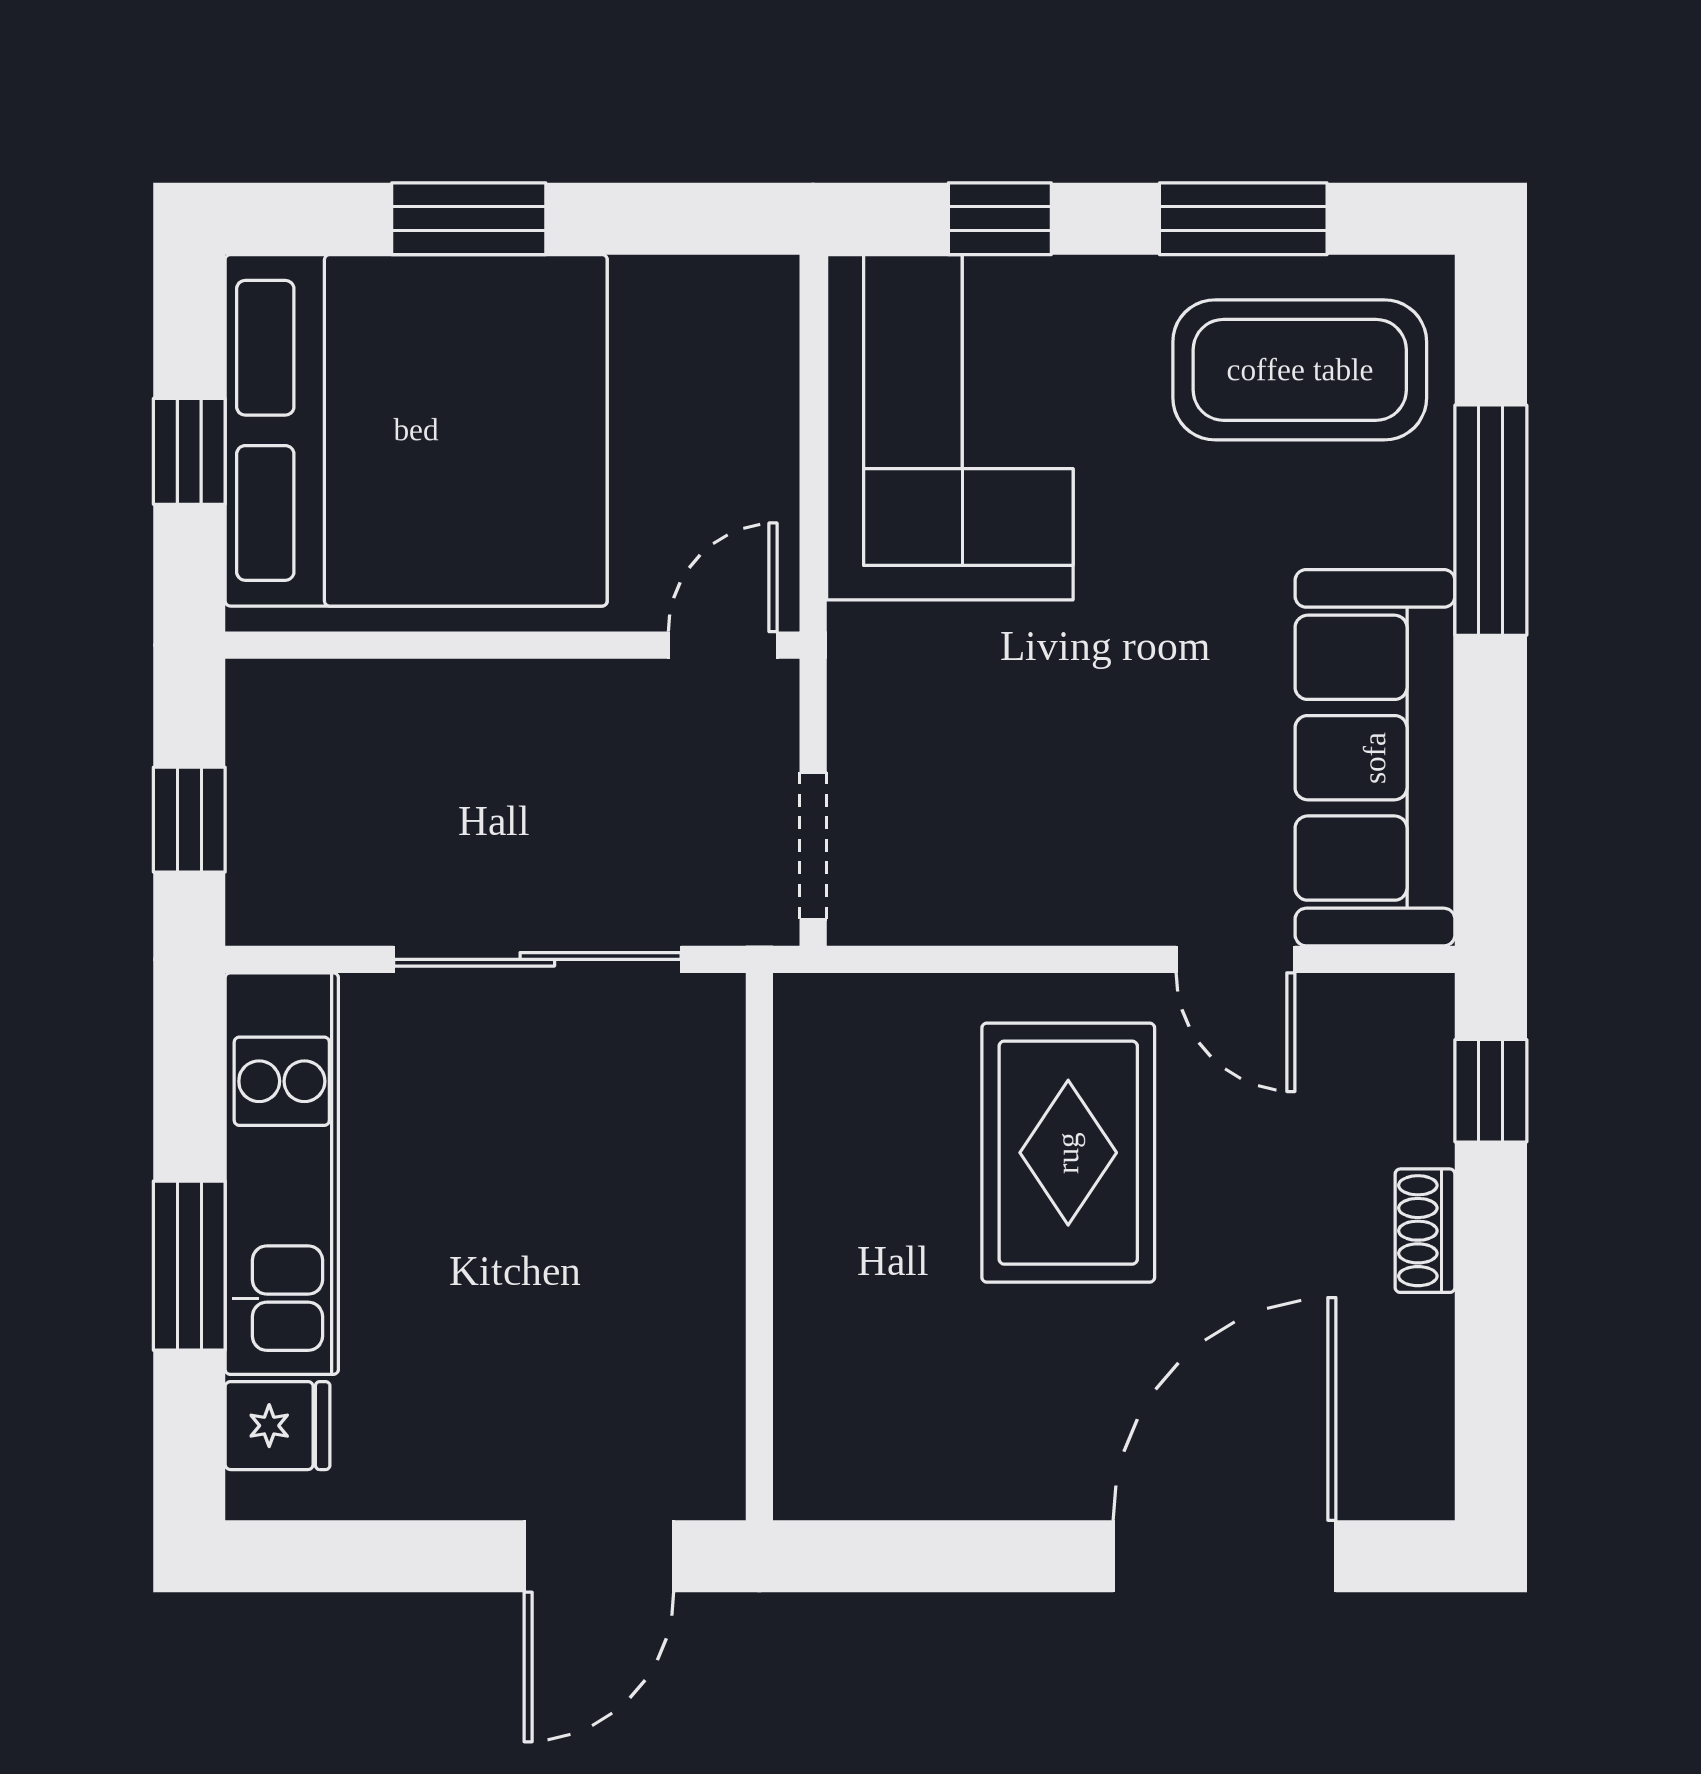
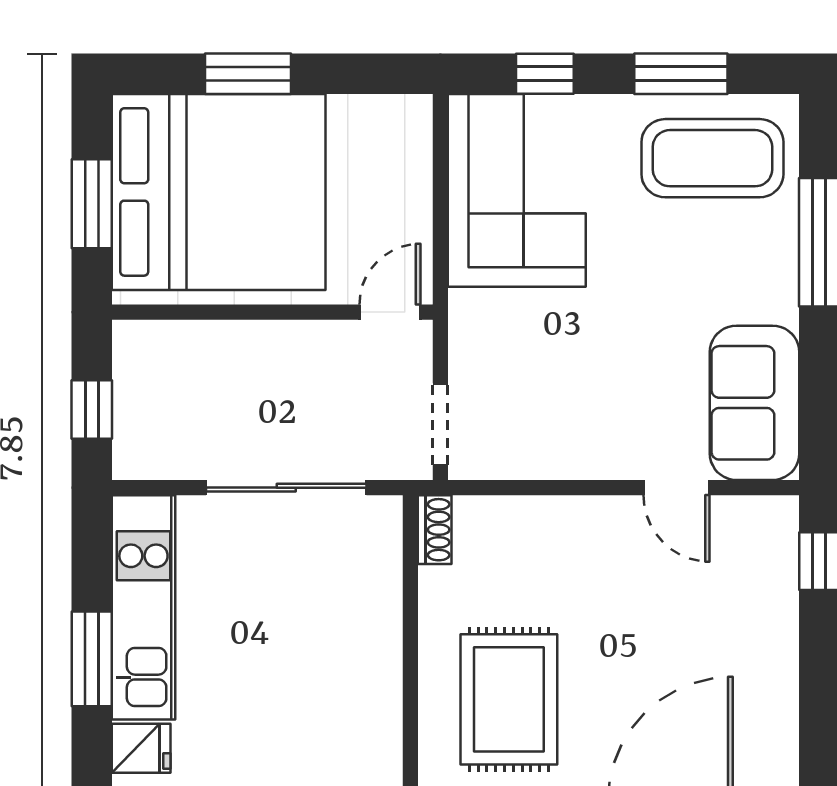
window: (189, 451) -> (92, 204), width x1.50
sofa: (1375, 758) -> (755, 403), width x0.73
rug: (1068, 1153) -> (509, 699), moved
shoe rack: (1425, 1231) -> (435, 530), moved, turned 180

